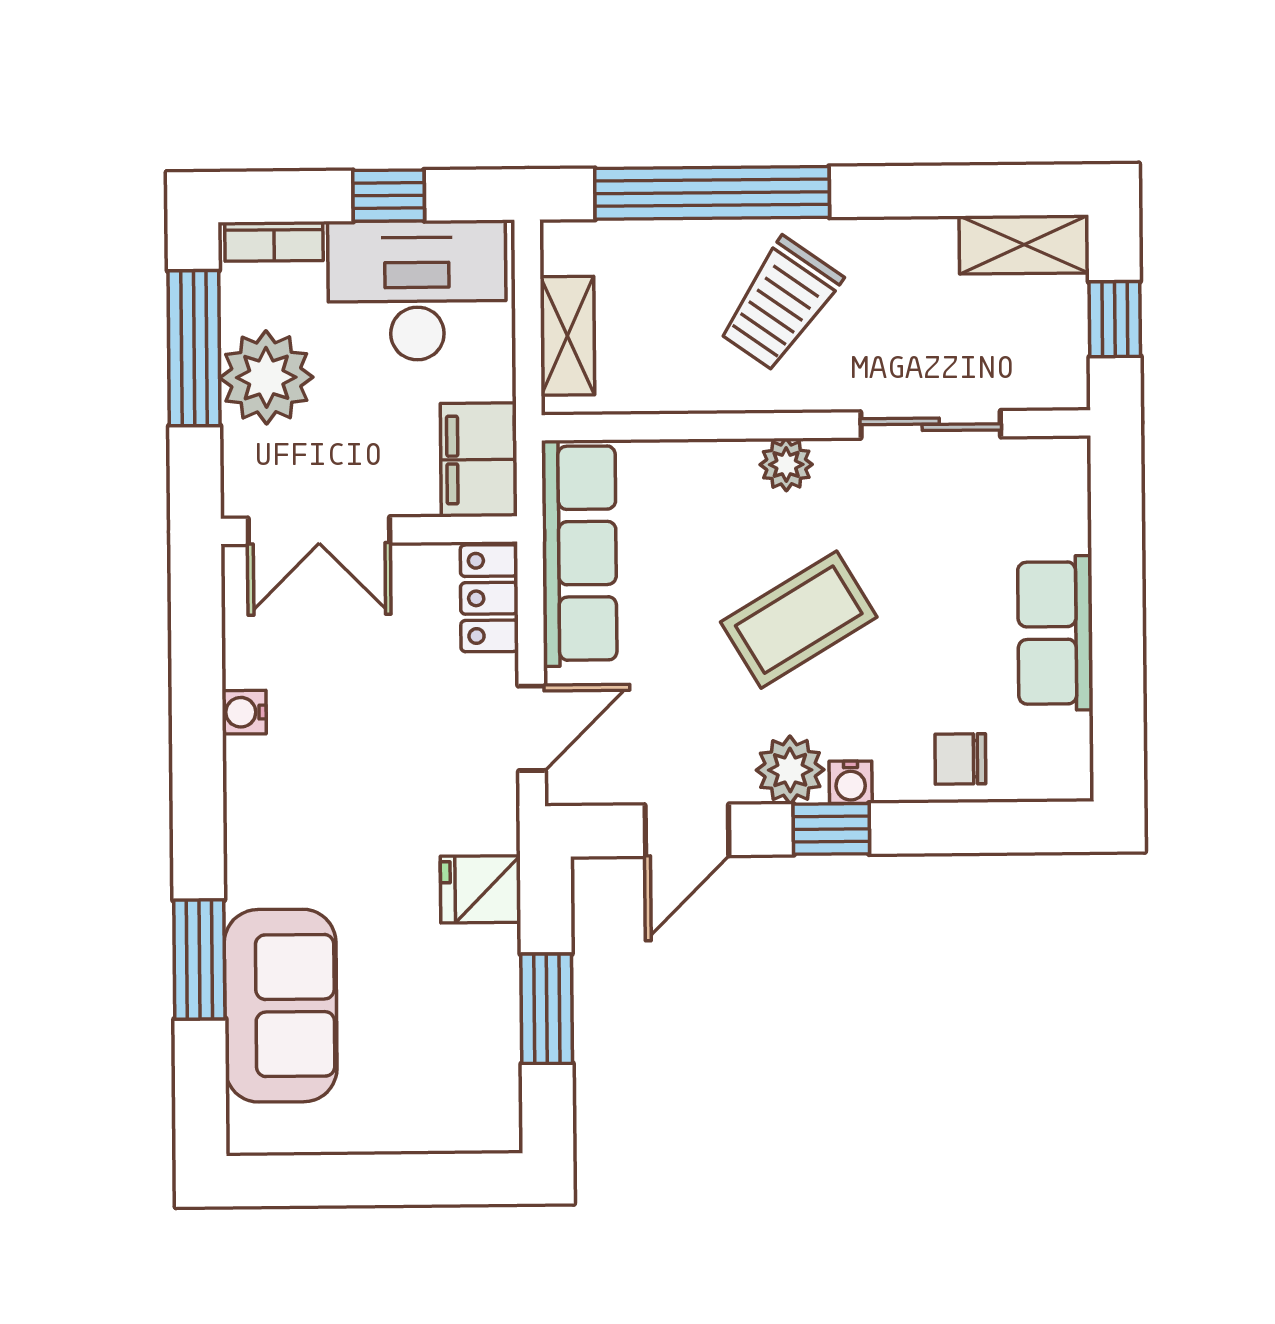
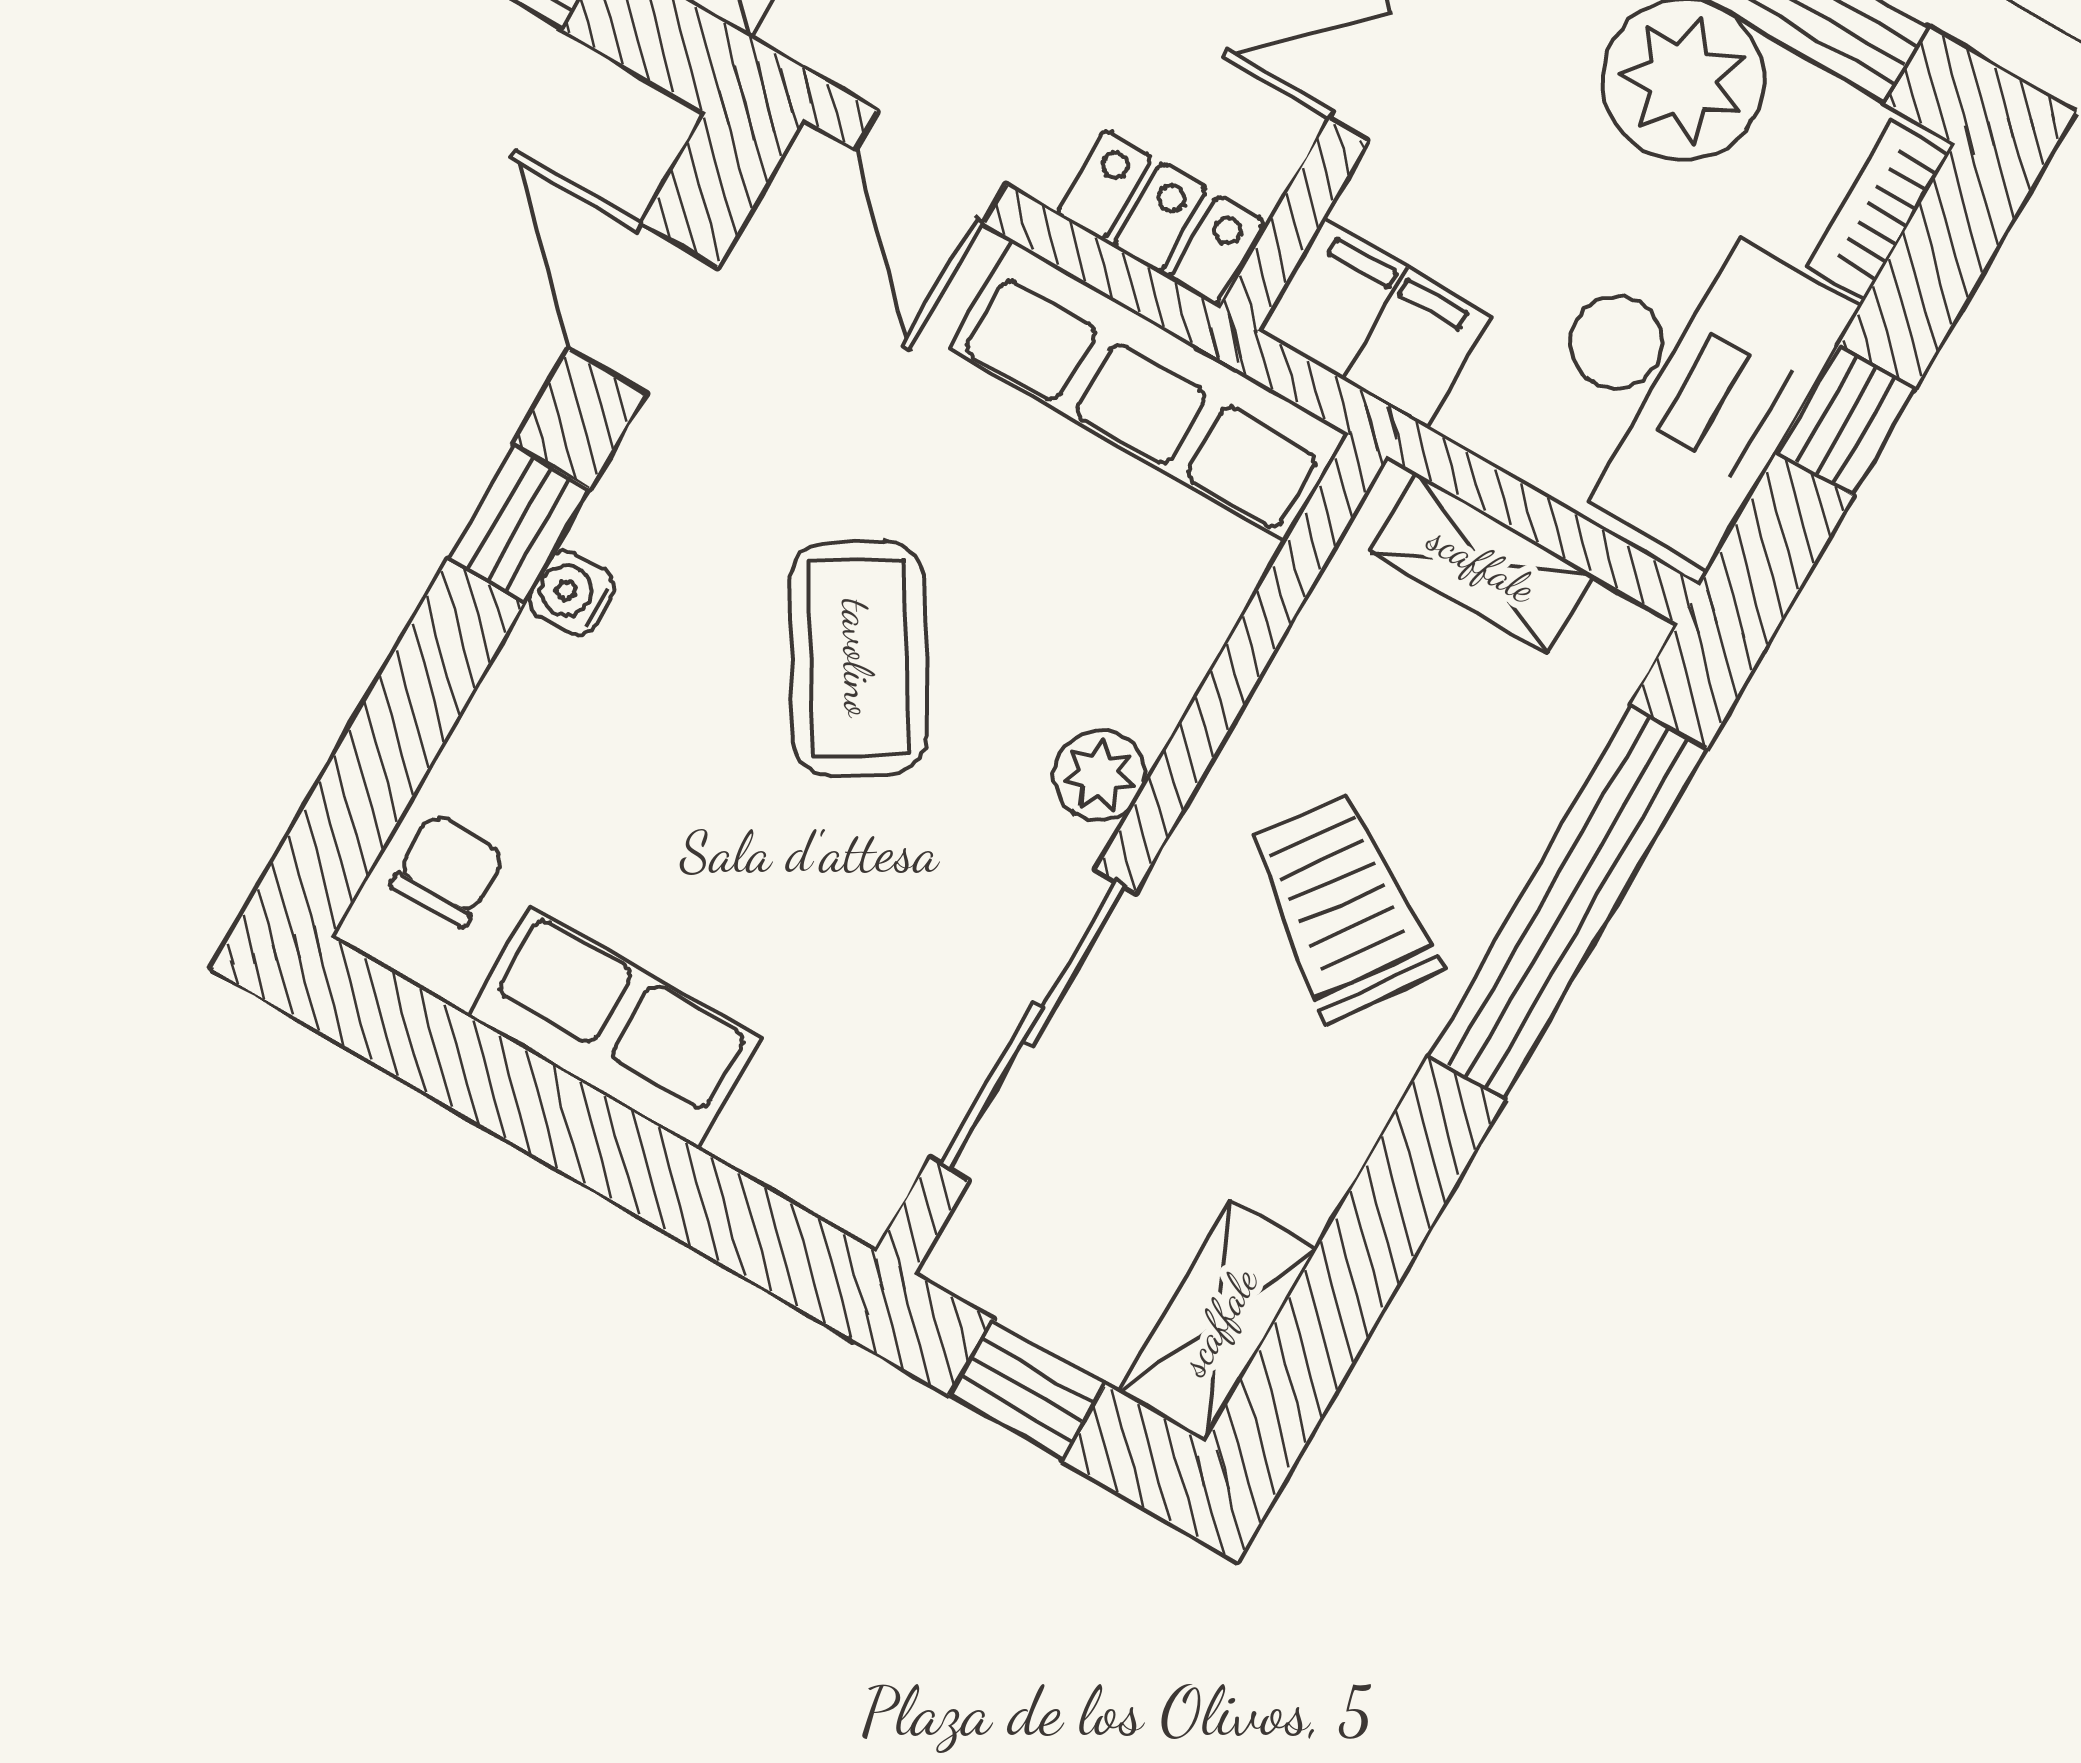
sliding door: (931, 424) -> (1033, 1025), width x1.37
chair: (960, 759) -> (447, 870), moved
plant: (790, 770) -> (642, 514), removed

